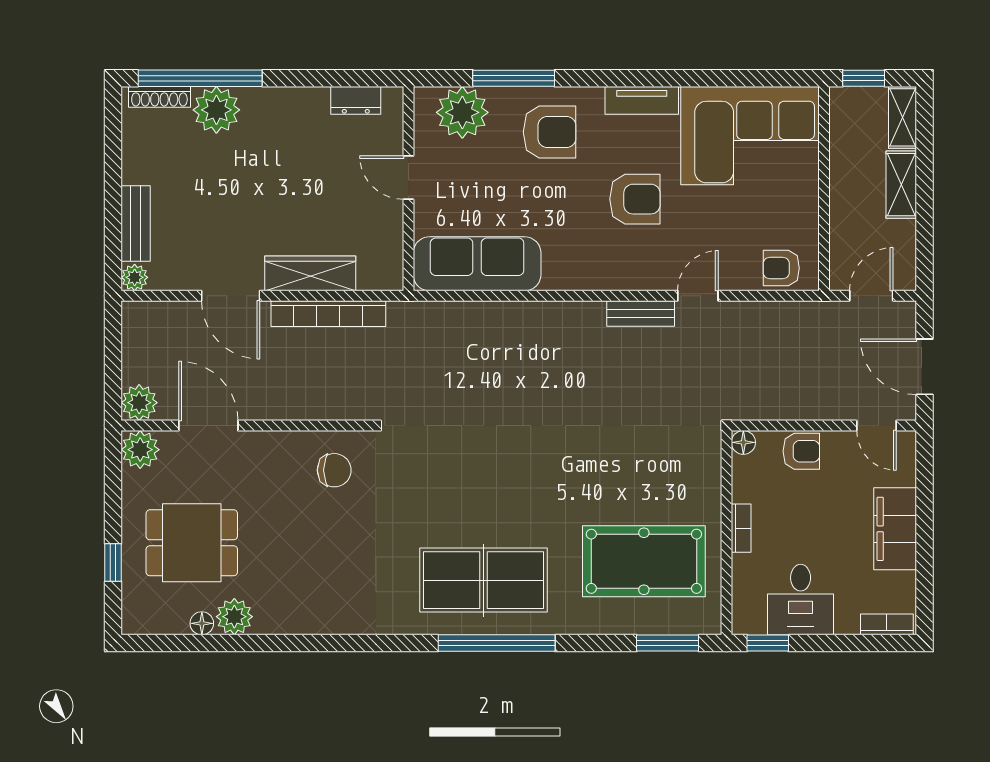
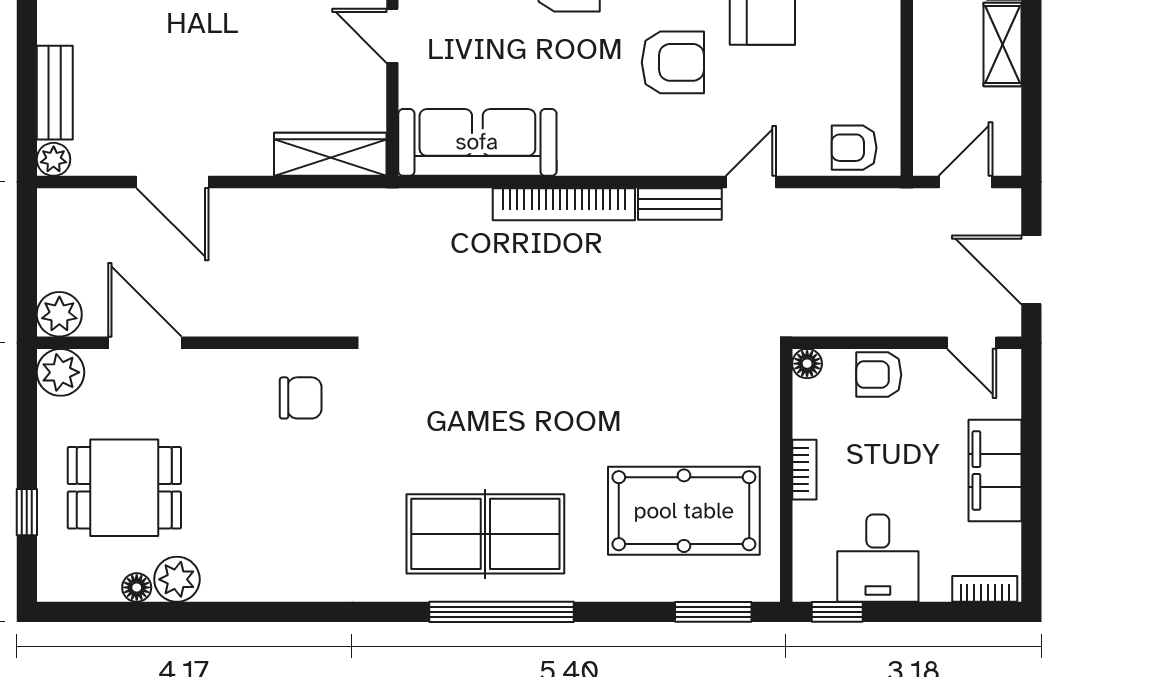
wardrobe: (310, 273) -> (330, 154), moved
bookcase: (328, 314) -> (564, 204), moved
armchair: (801, 451) -> (879, 375), turned 180

